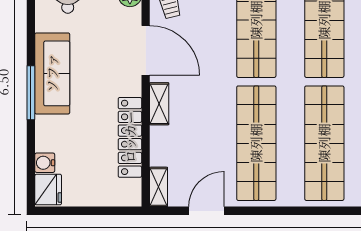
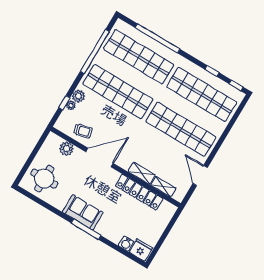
sofa: (52, 73) -> (83, 212), width x0.73
shelving: (159, 104) -> (142, 173), moved
shelving: (159, 187) -> (163, 187), moved

